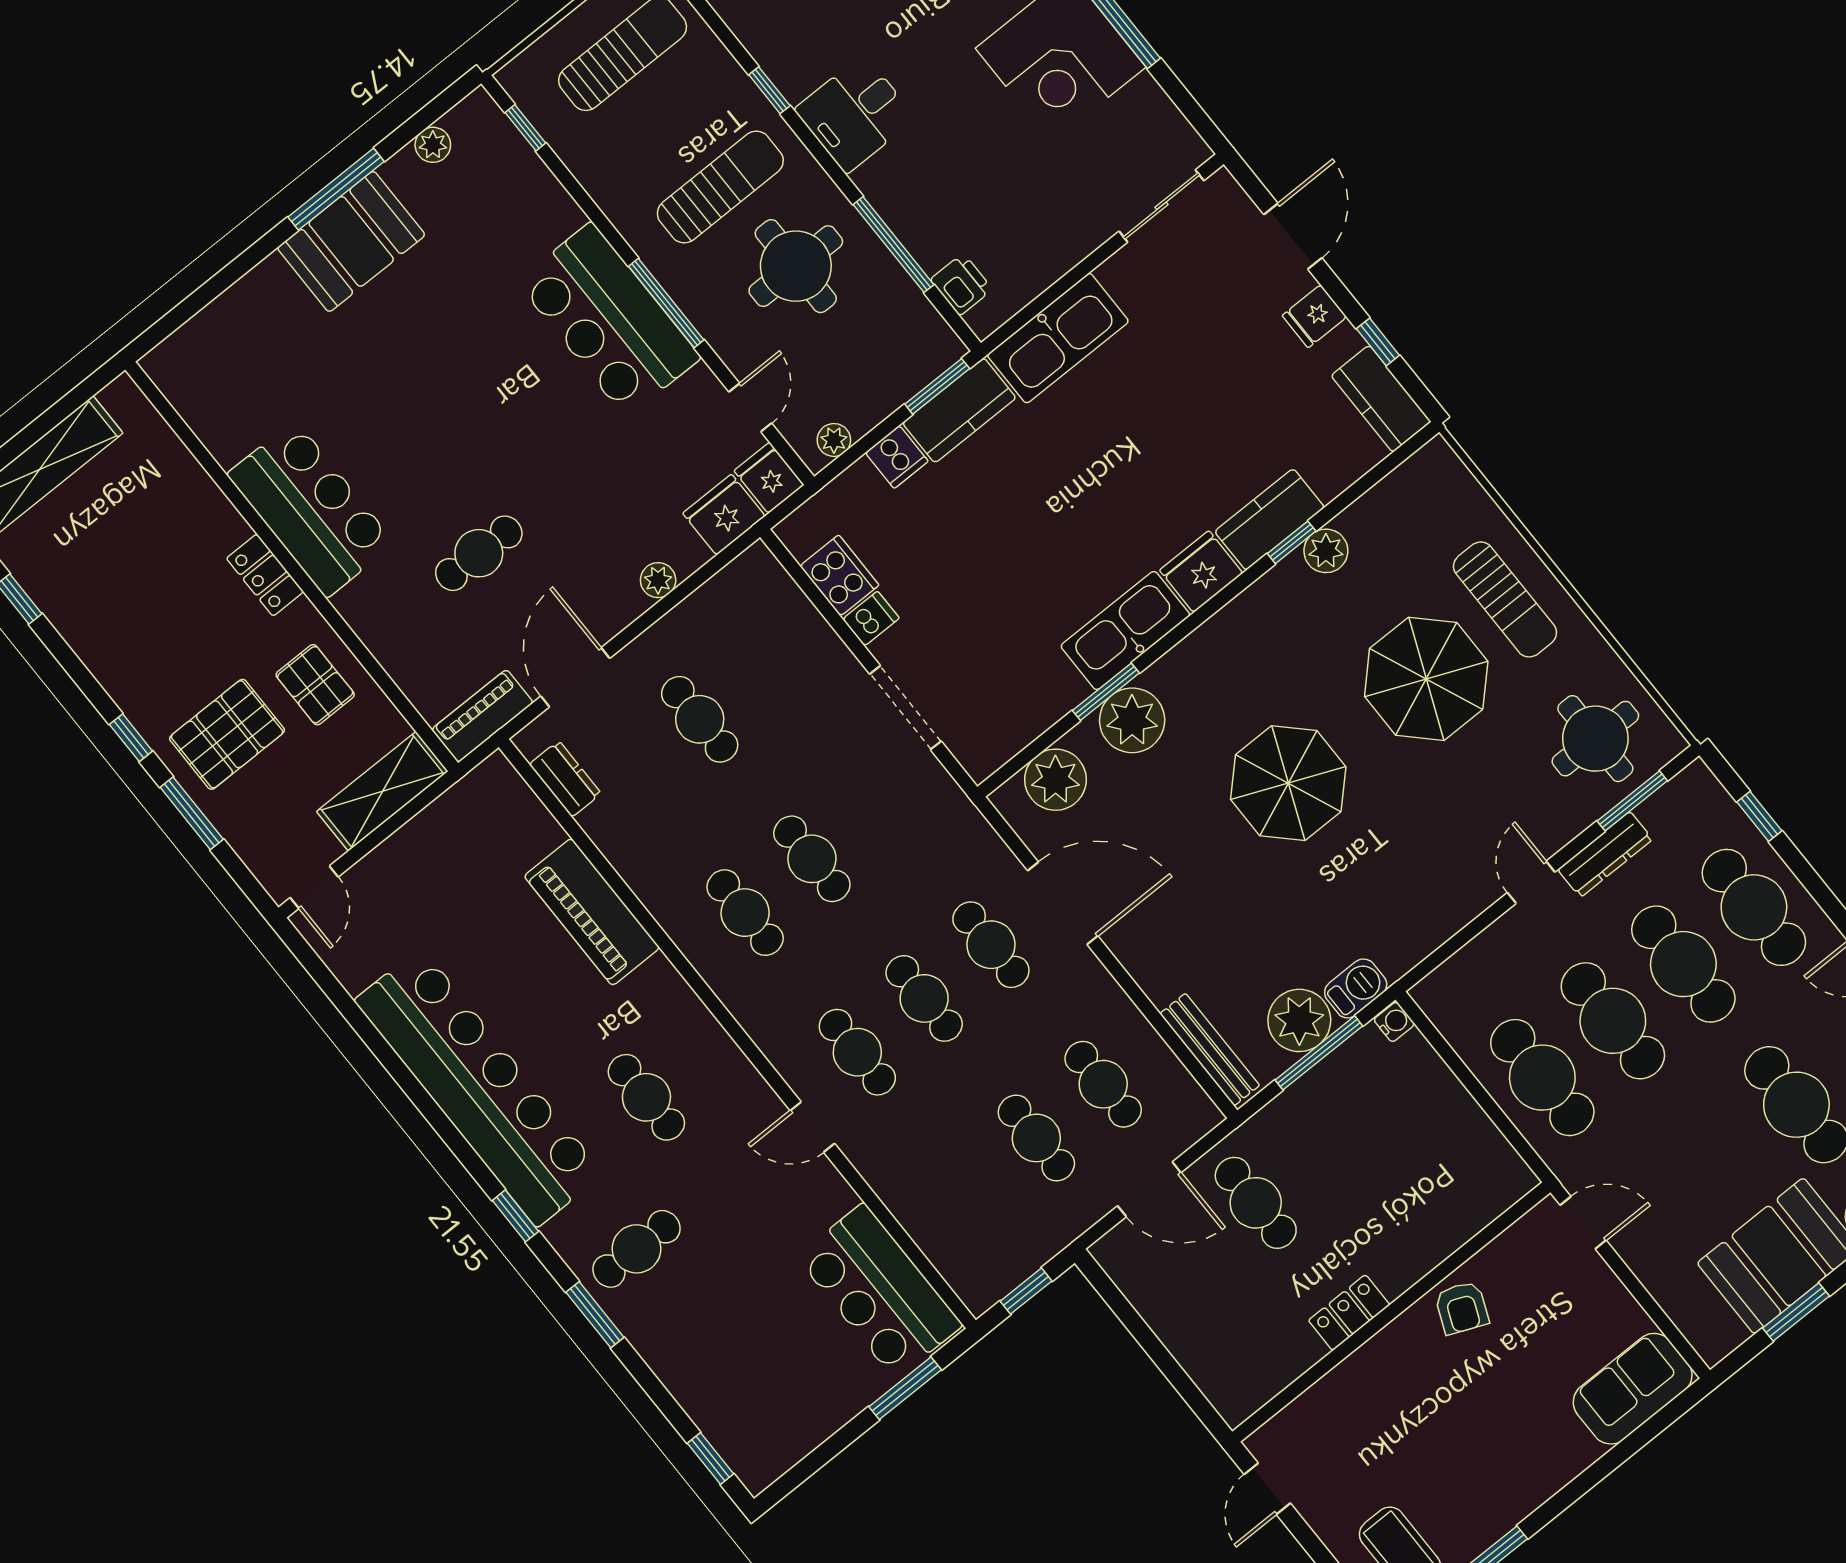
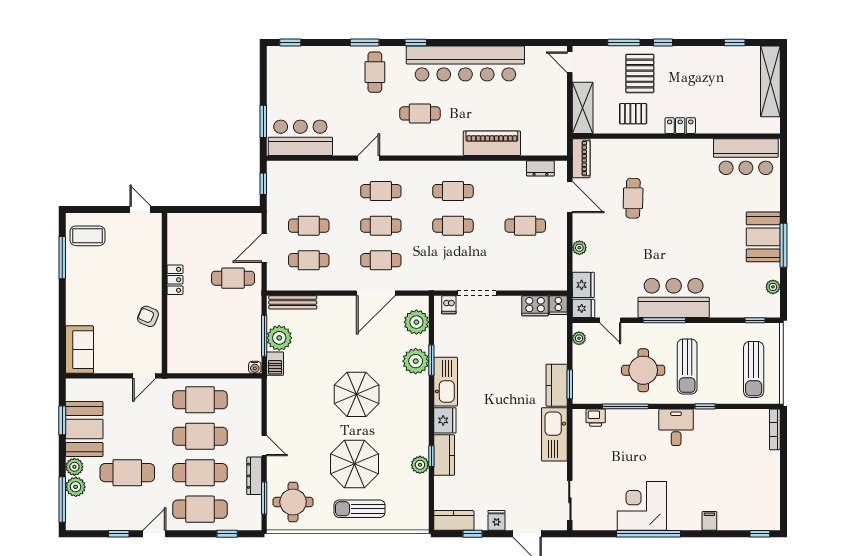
cooker: (897, 457) -> (558, 305), moved, turned -90
bar counter: (311, 509) -> (746, 157), moved
dishwasher: (871, 619) -> (449, 305), moved

